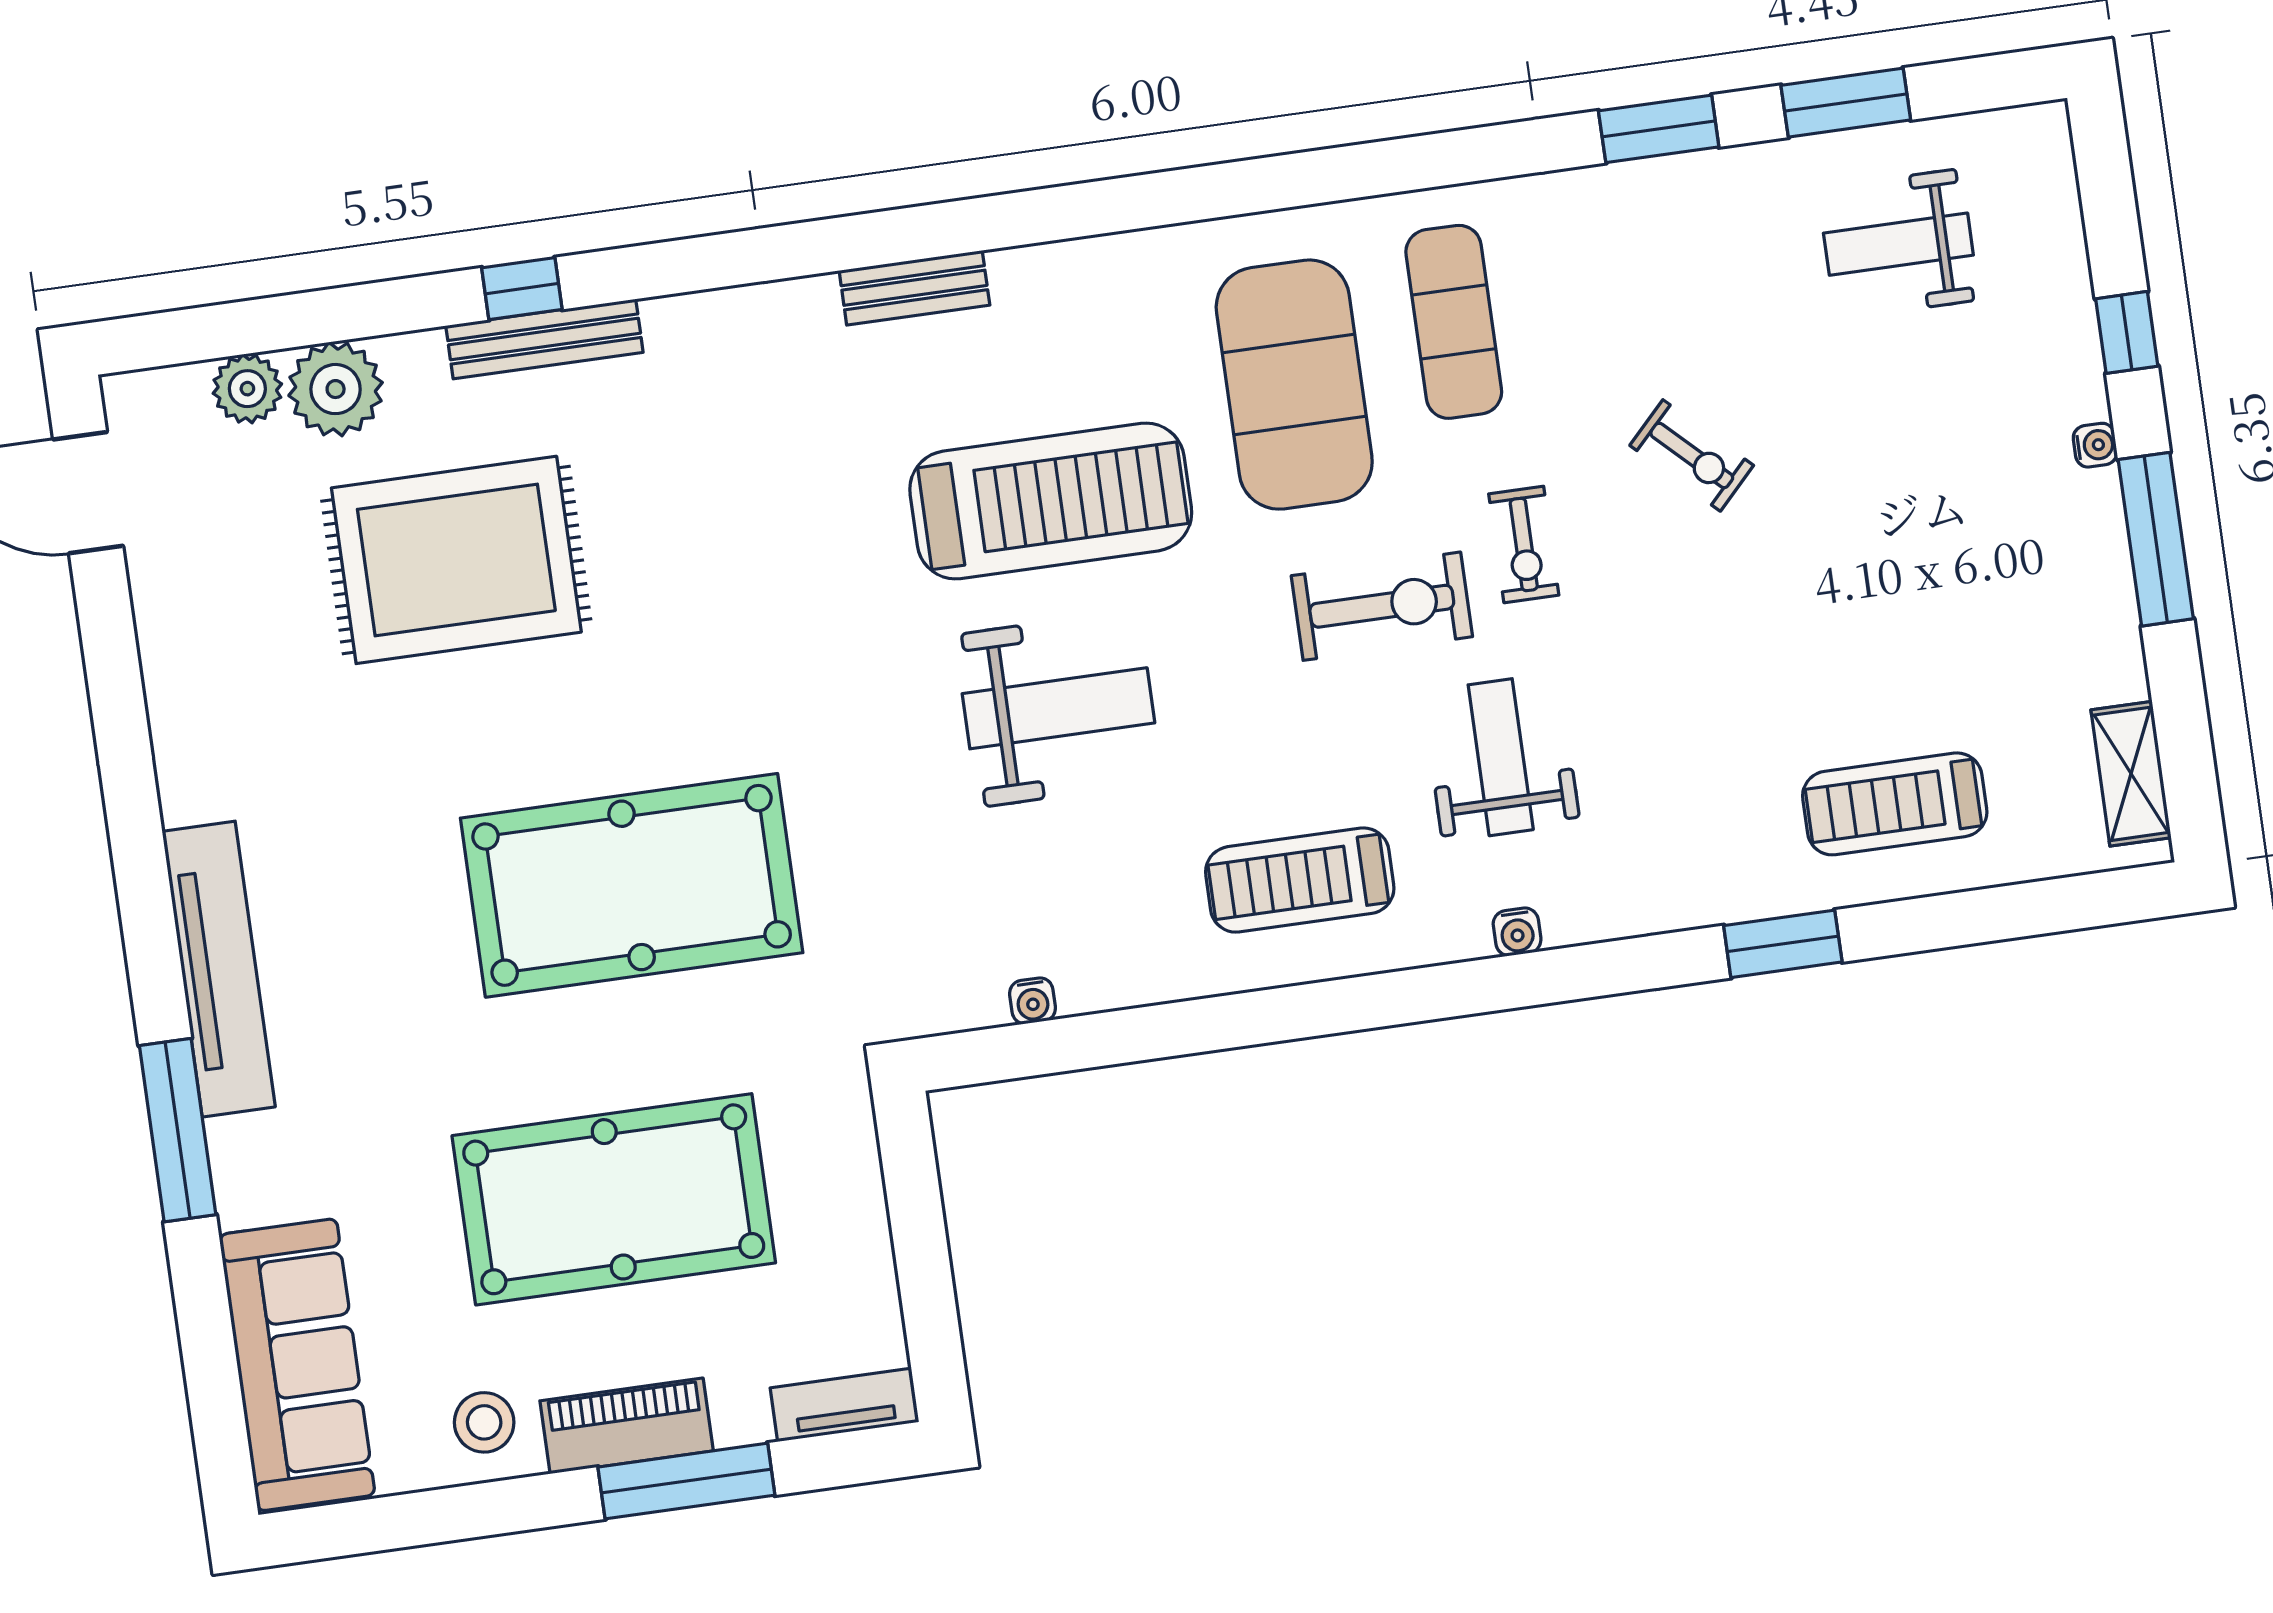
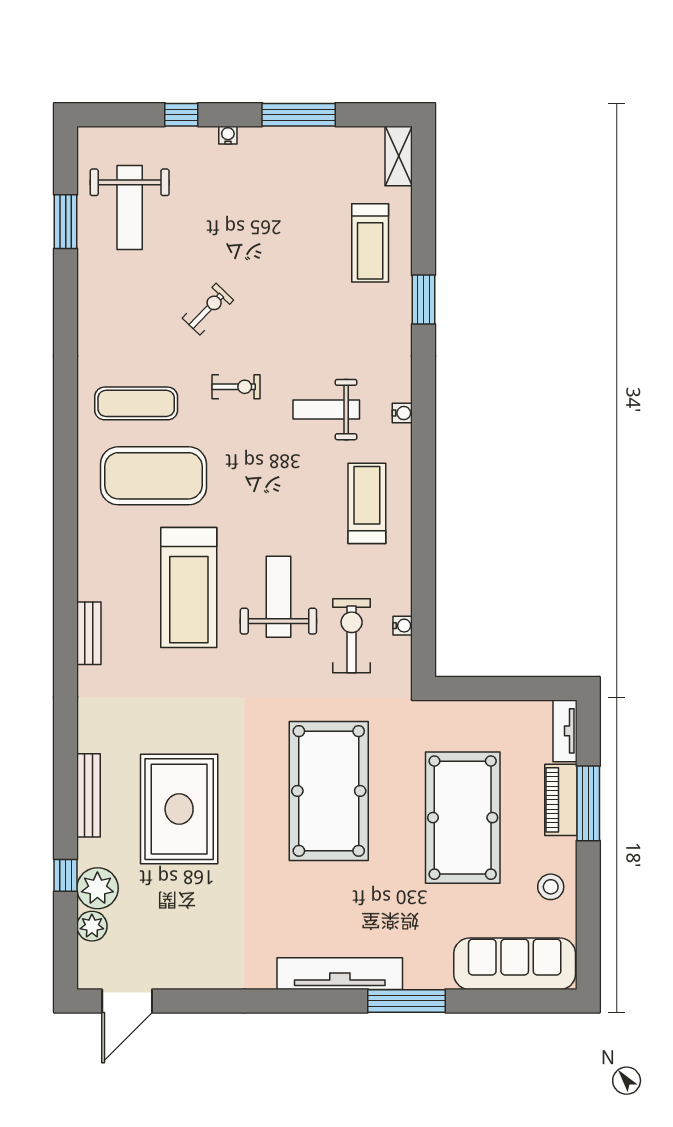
window: (1659, 129) -> (66, 304), removed
weight bench: (1898, 244) -> (130, 208), width x1.36, depth x1.33
window: (522, 289) -> (66, 875), moved
treadmill: (1051, 501) -> (189, 588), turned 180
window: (2156, 539) -> (299, 115), moved
rug: (456, 560) -> (179, 809), moved
exercise bike: (1382, 606) -> (352, 636), moved
shelving: (2131, 774) -> (399, 156), moved, turned 90
treadmill: (1300, 880) -> (367, 503), turned 180
piano: (627, 1426) -> (561, 800), moved

